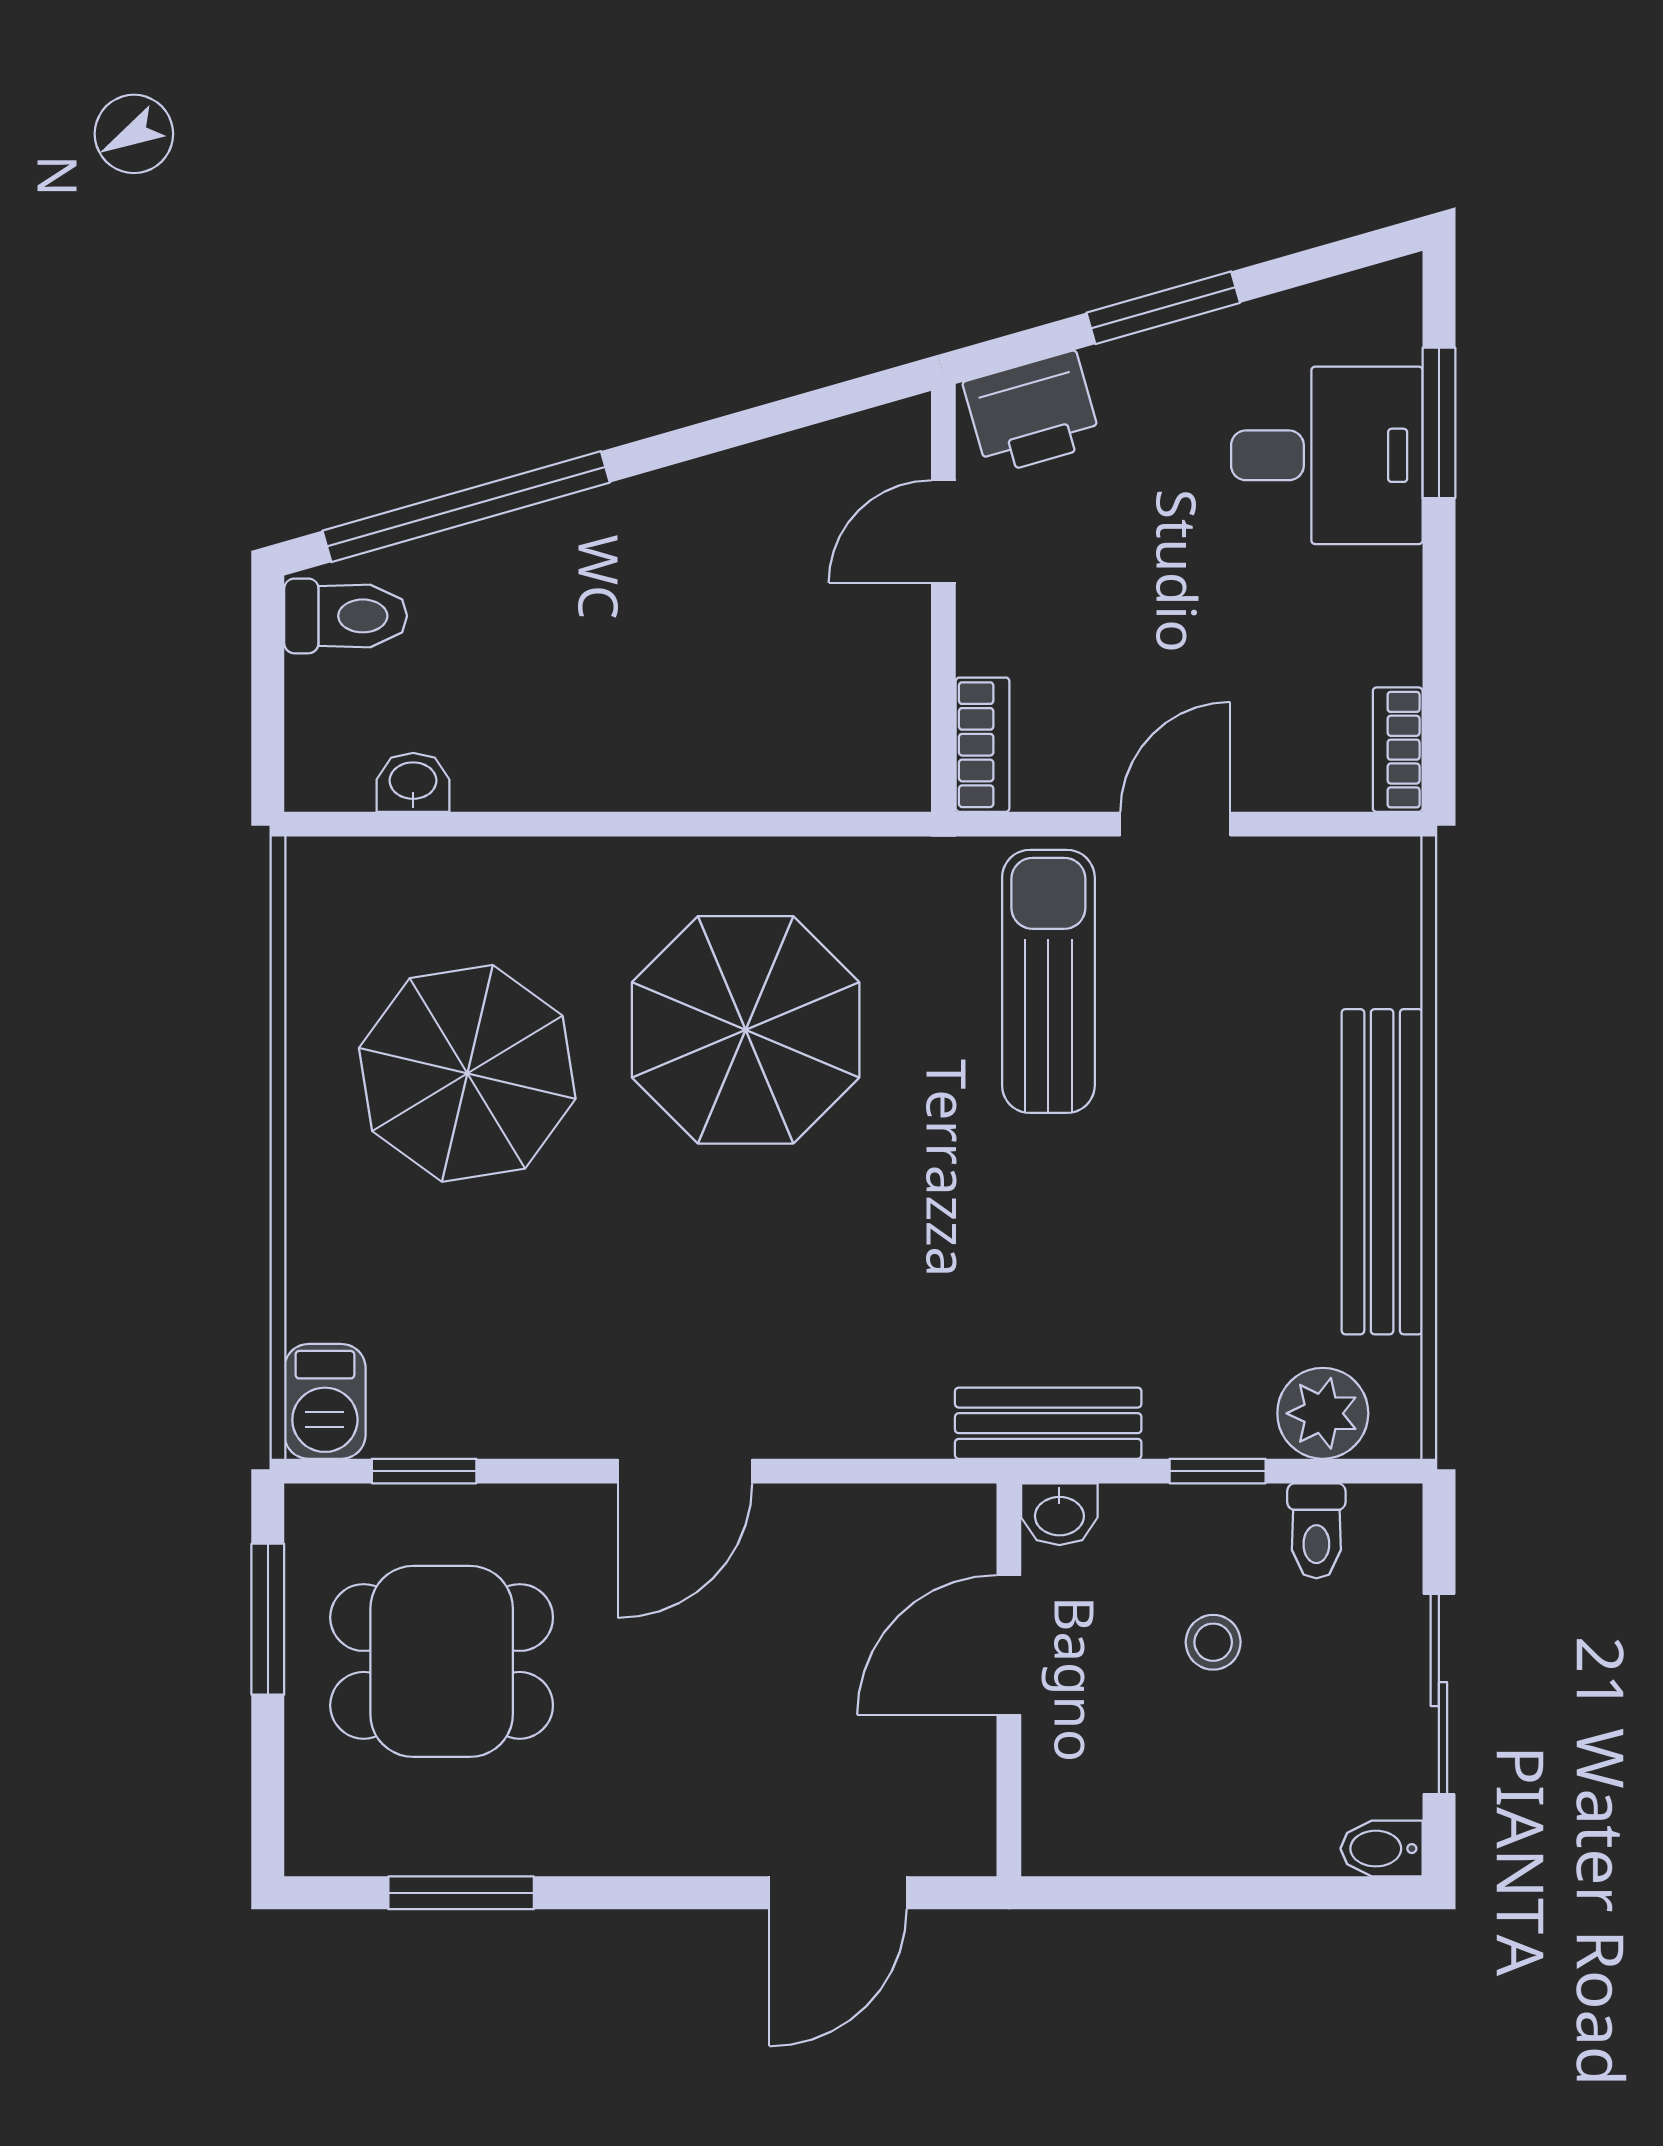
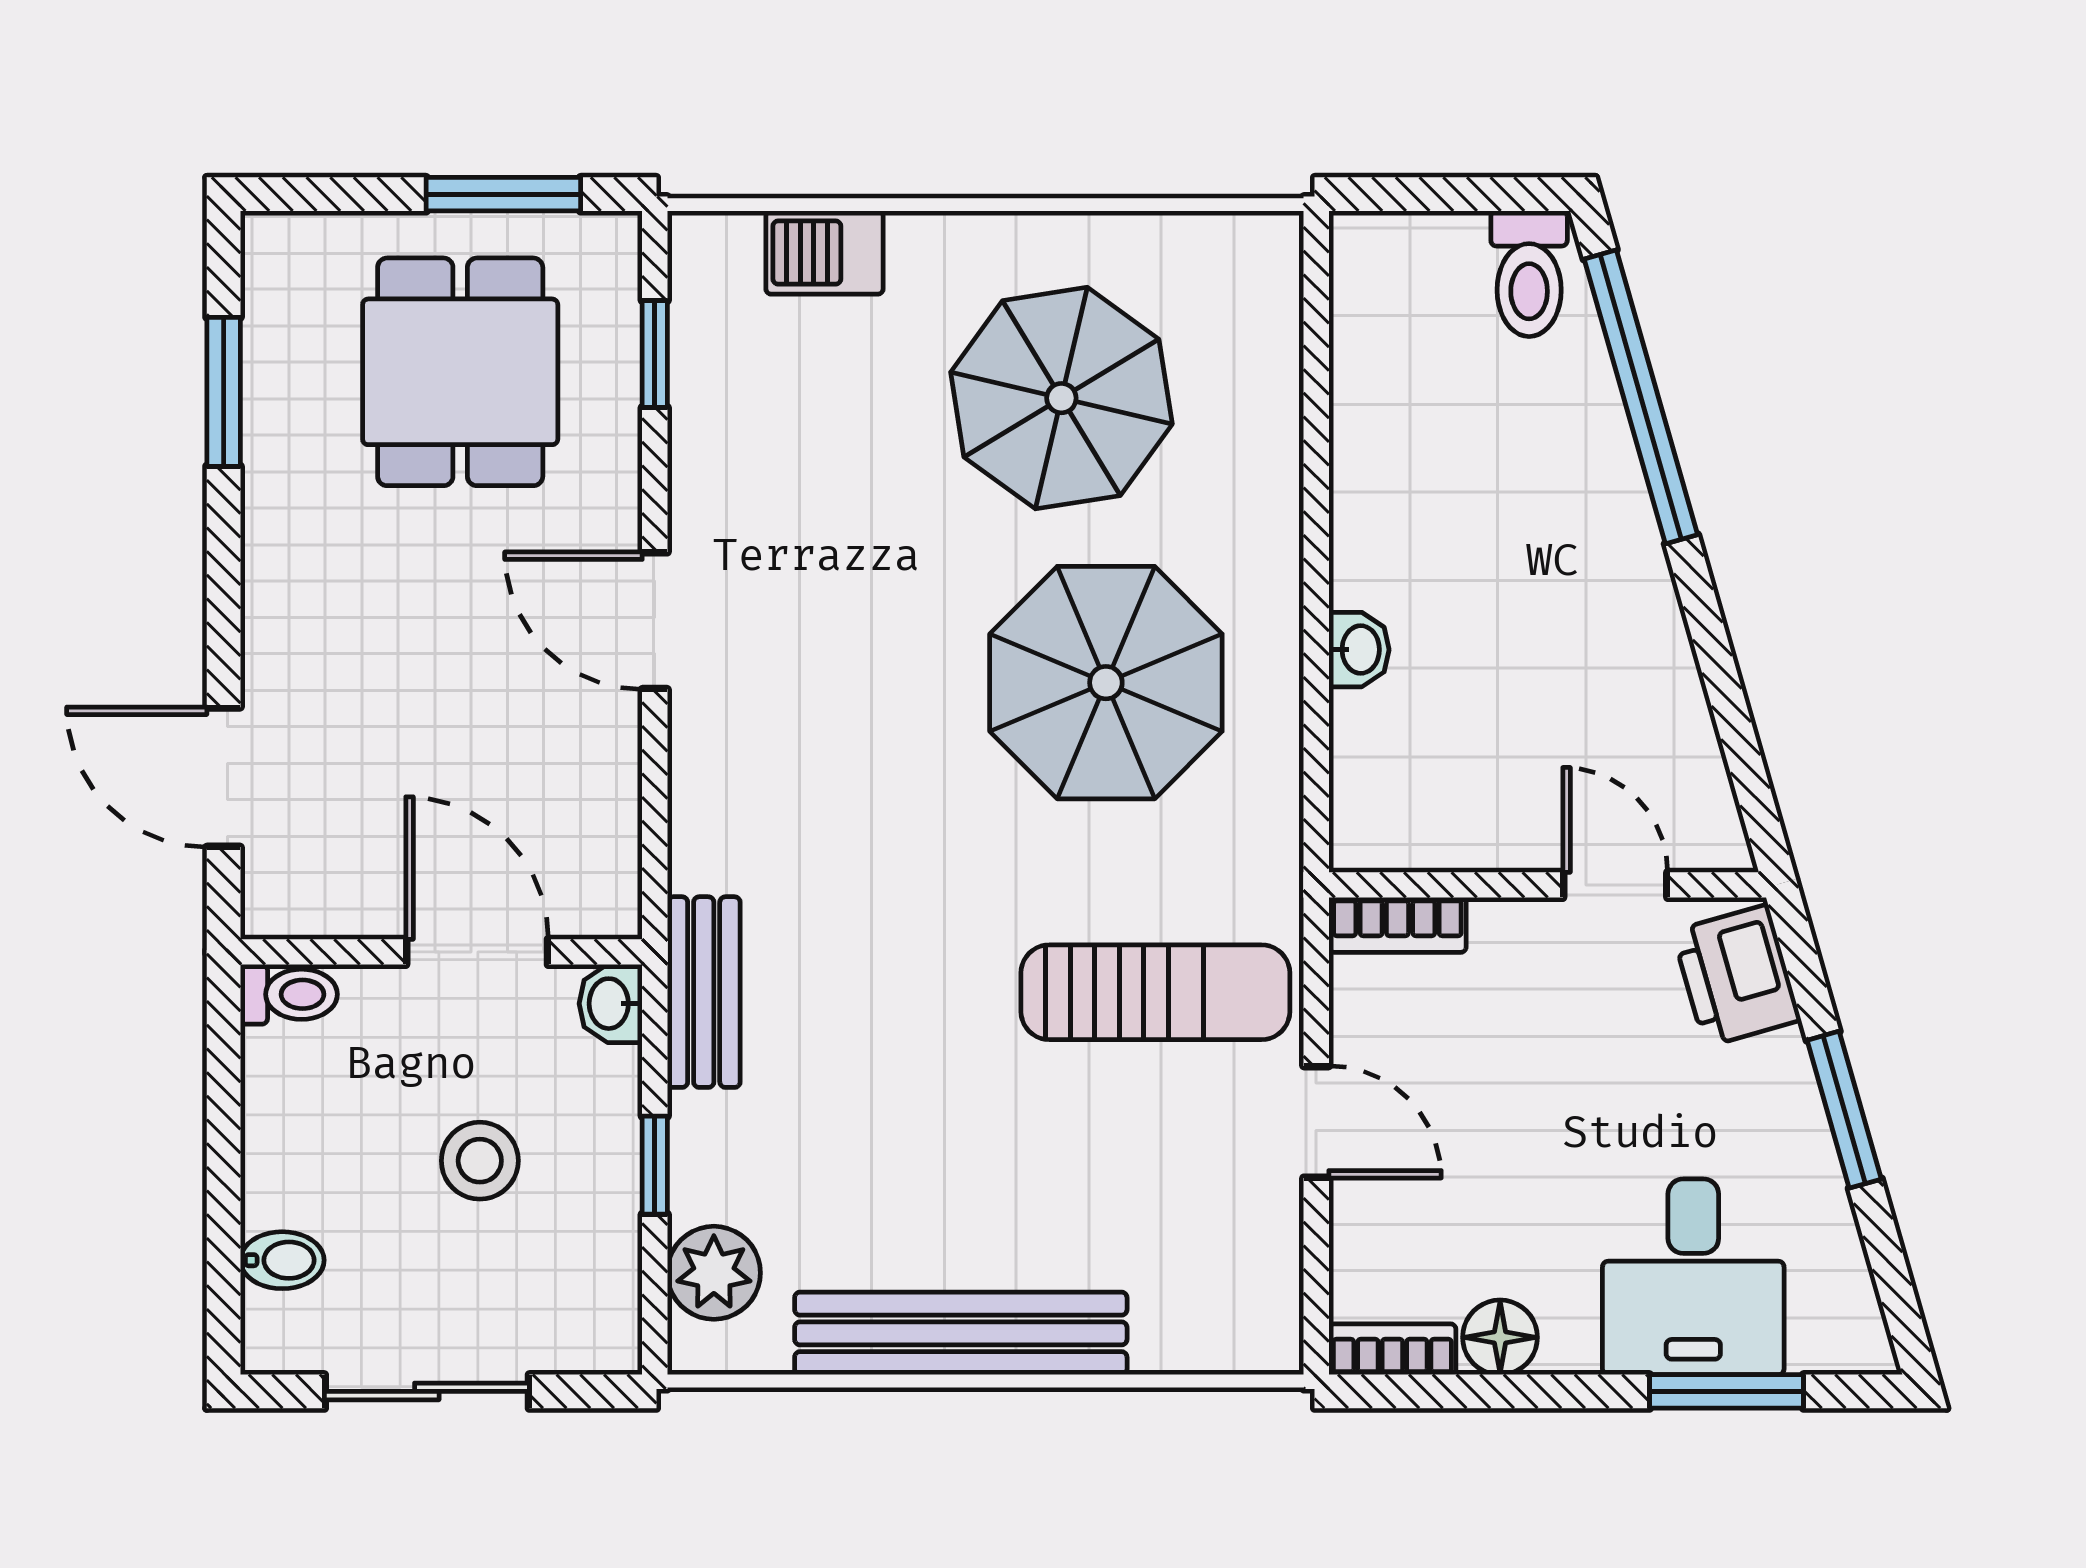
floor lamp: (1386, 644) -> (1500, 1337), added
washbasin: (413, 782) -> (1359, 650), moved
barbecue: (325, 1401) -> (824, 253), moved
toilet: (1316, 1531) -> (289, 994), moved, turned 180
stool: (1213, 1642) -> (480, 1161), width x1.37, depth x1.37
bidet: (1381, 1849) -> (282, 1260), moved, turned 90

